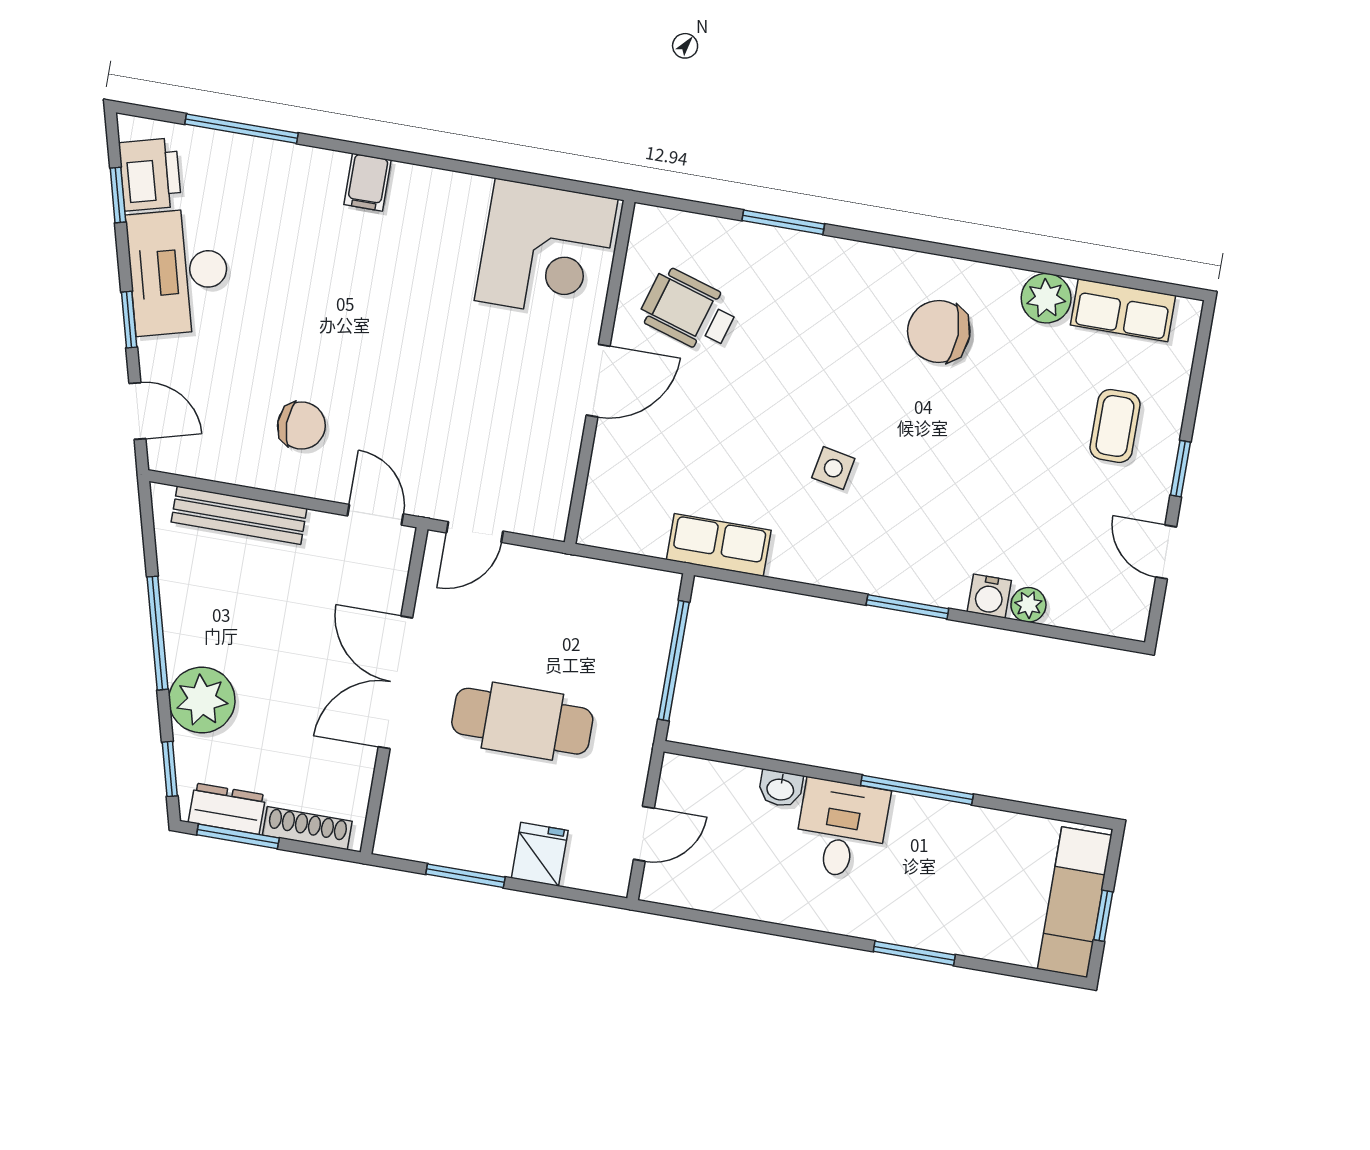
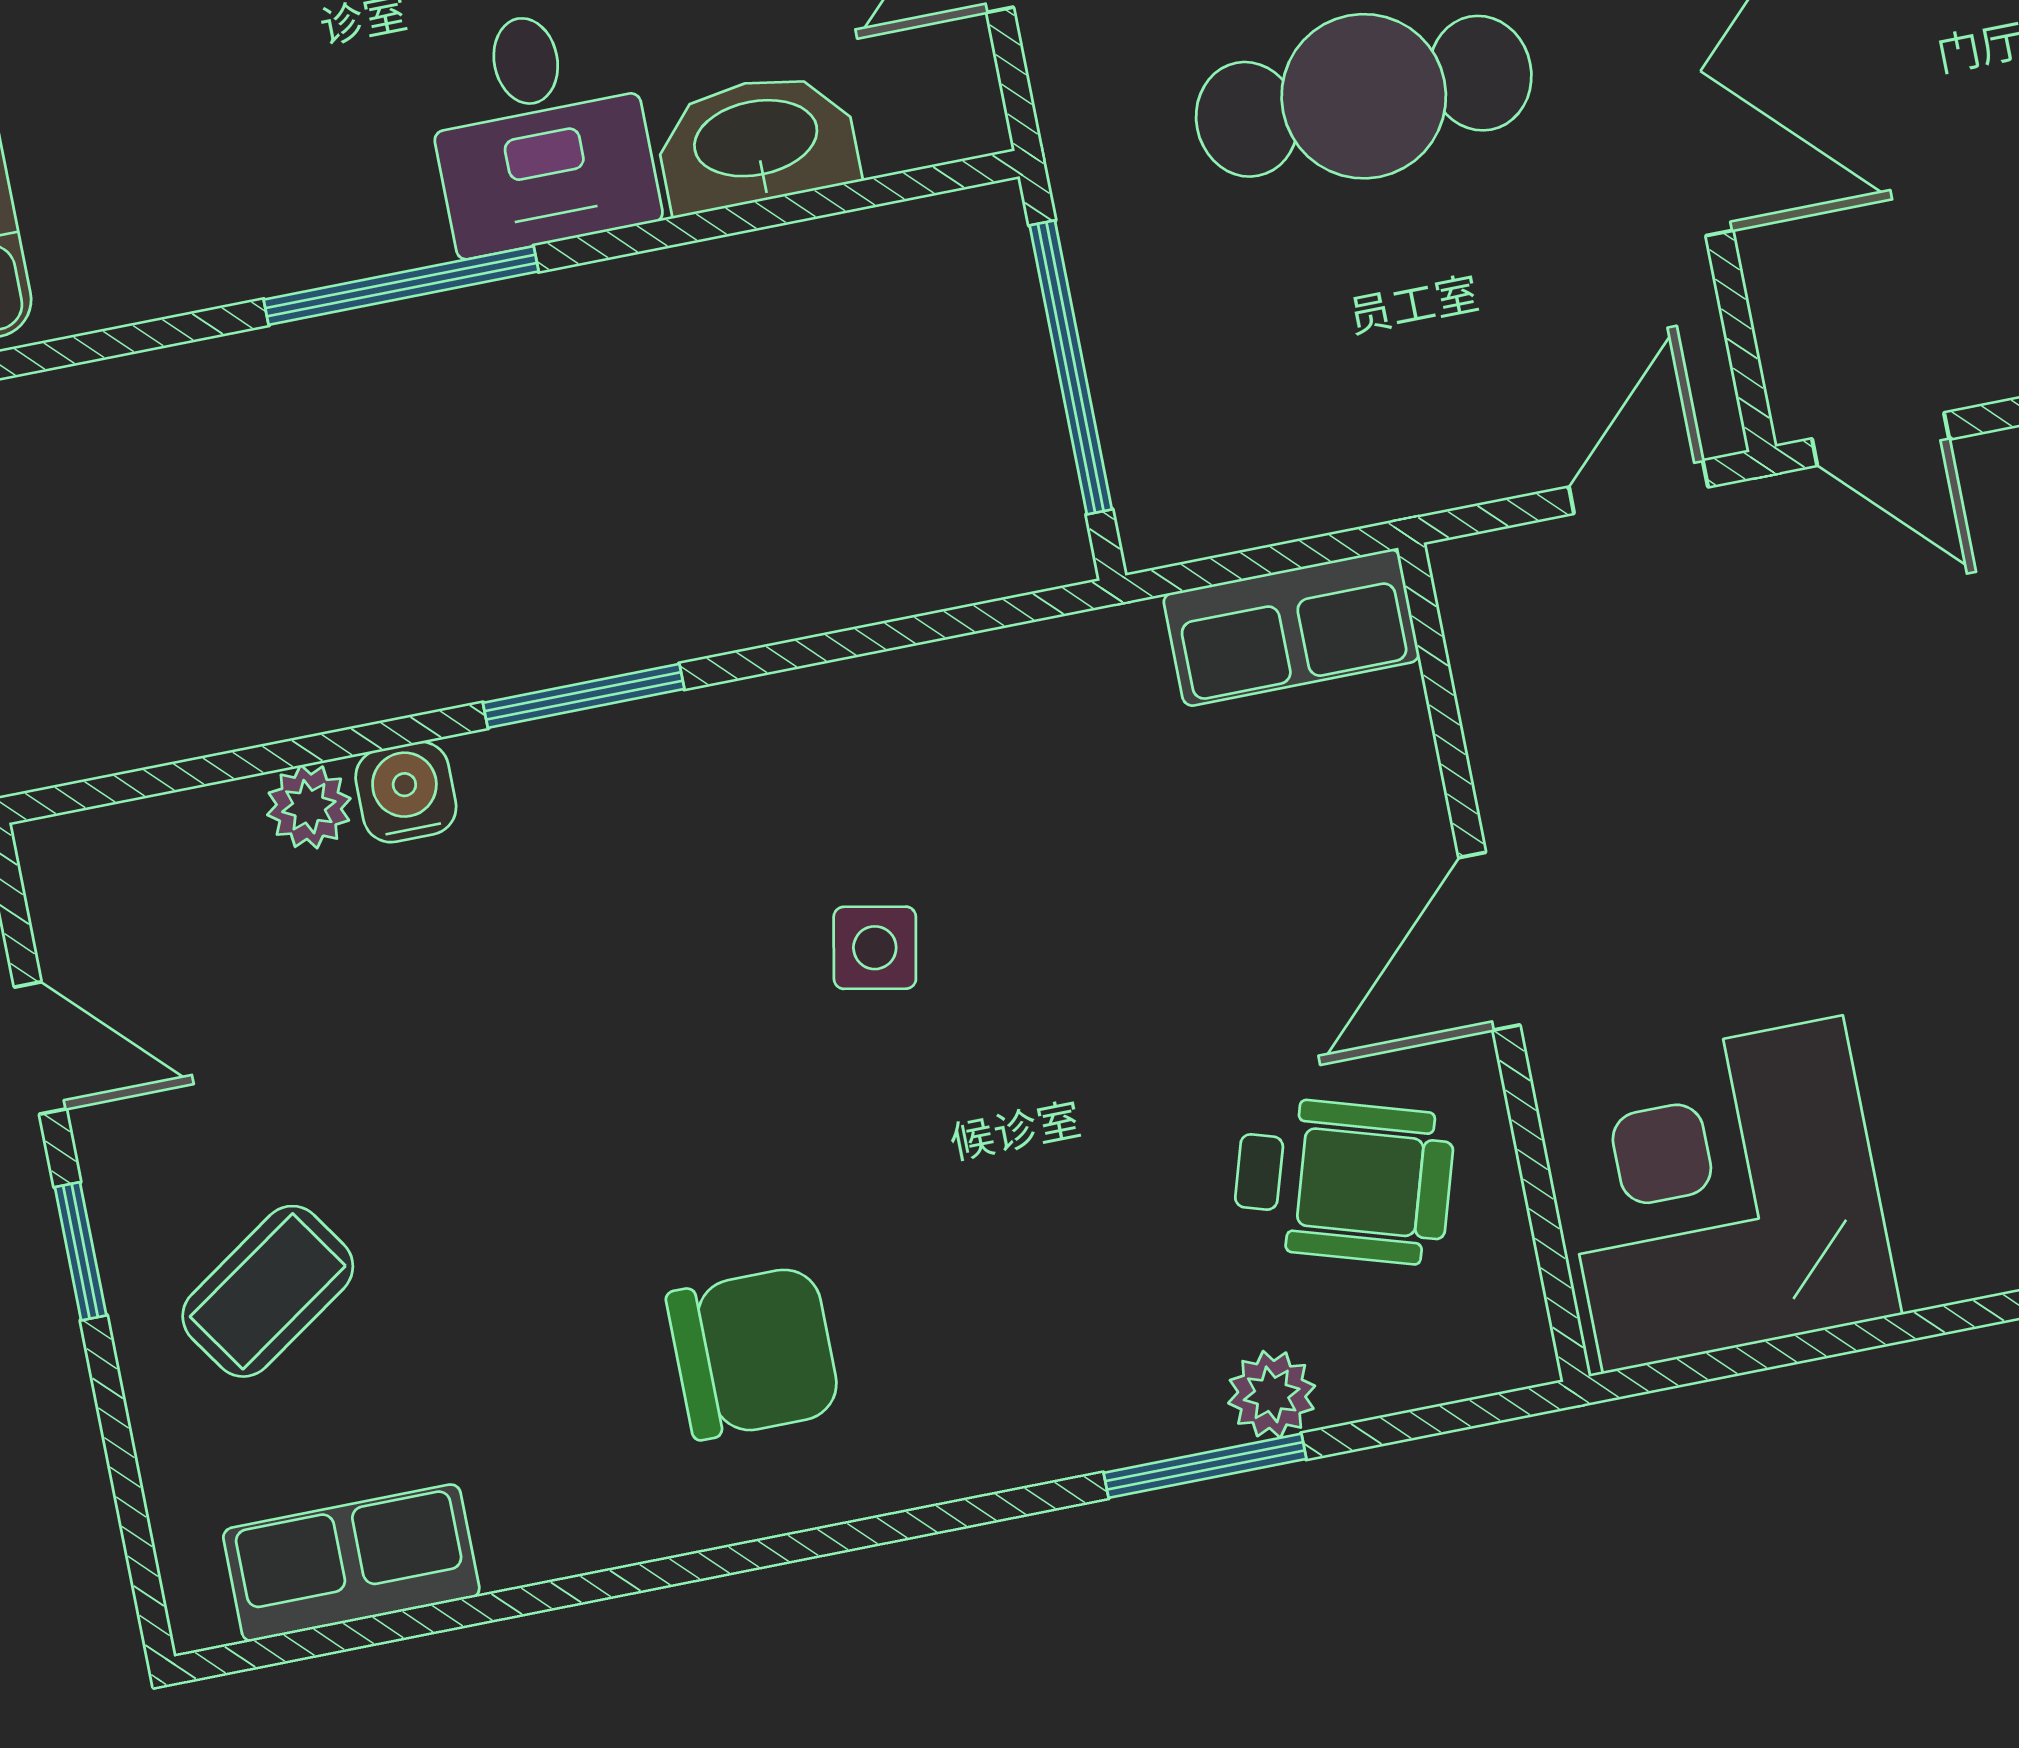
plant: (1046, 298) -> (1272, 1394), moved, width x0.73, depth x0.73
coffee table: (1115, 426) -> (268, 1291), turned 56
row of seats: (719, 545) -> (1291, 628), moved
washbasin: (780, 789) -> (756, 142), width x1.91, depth x1.45

